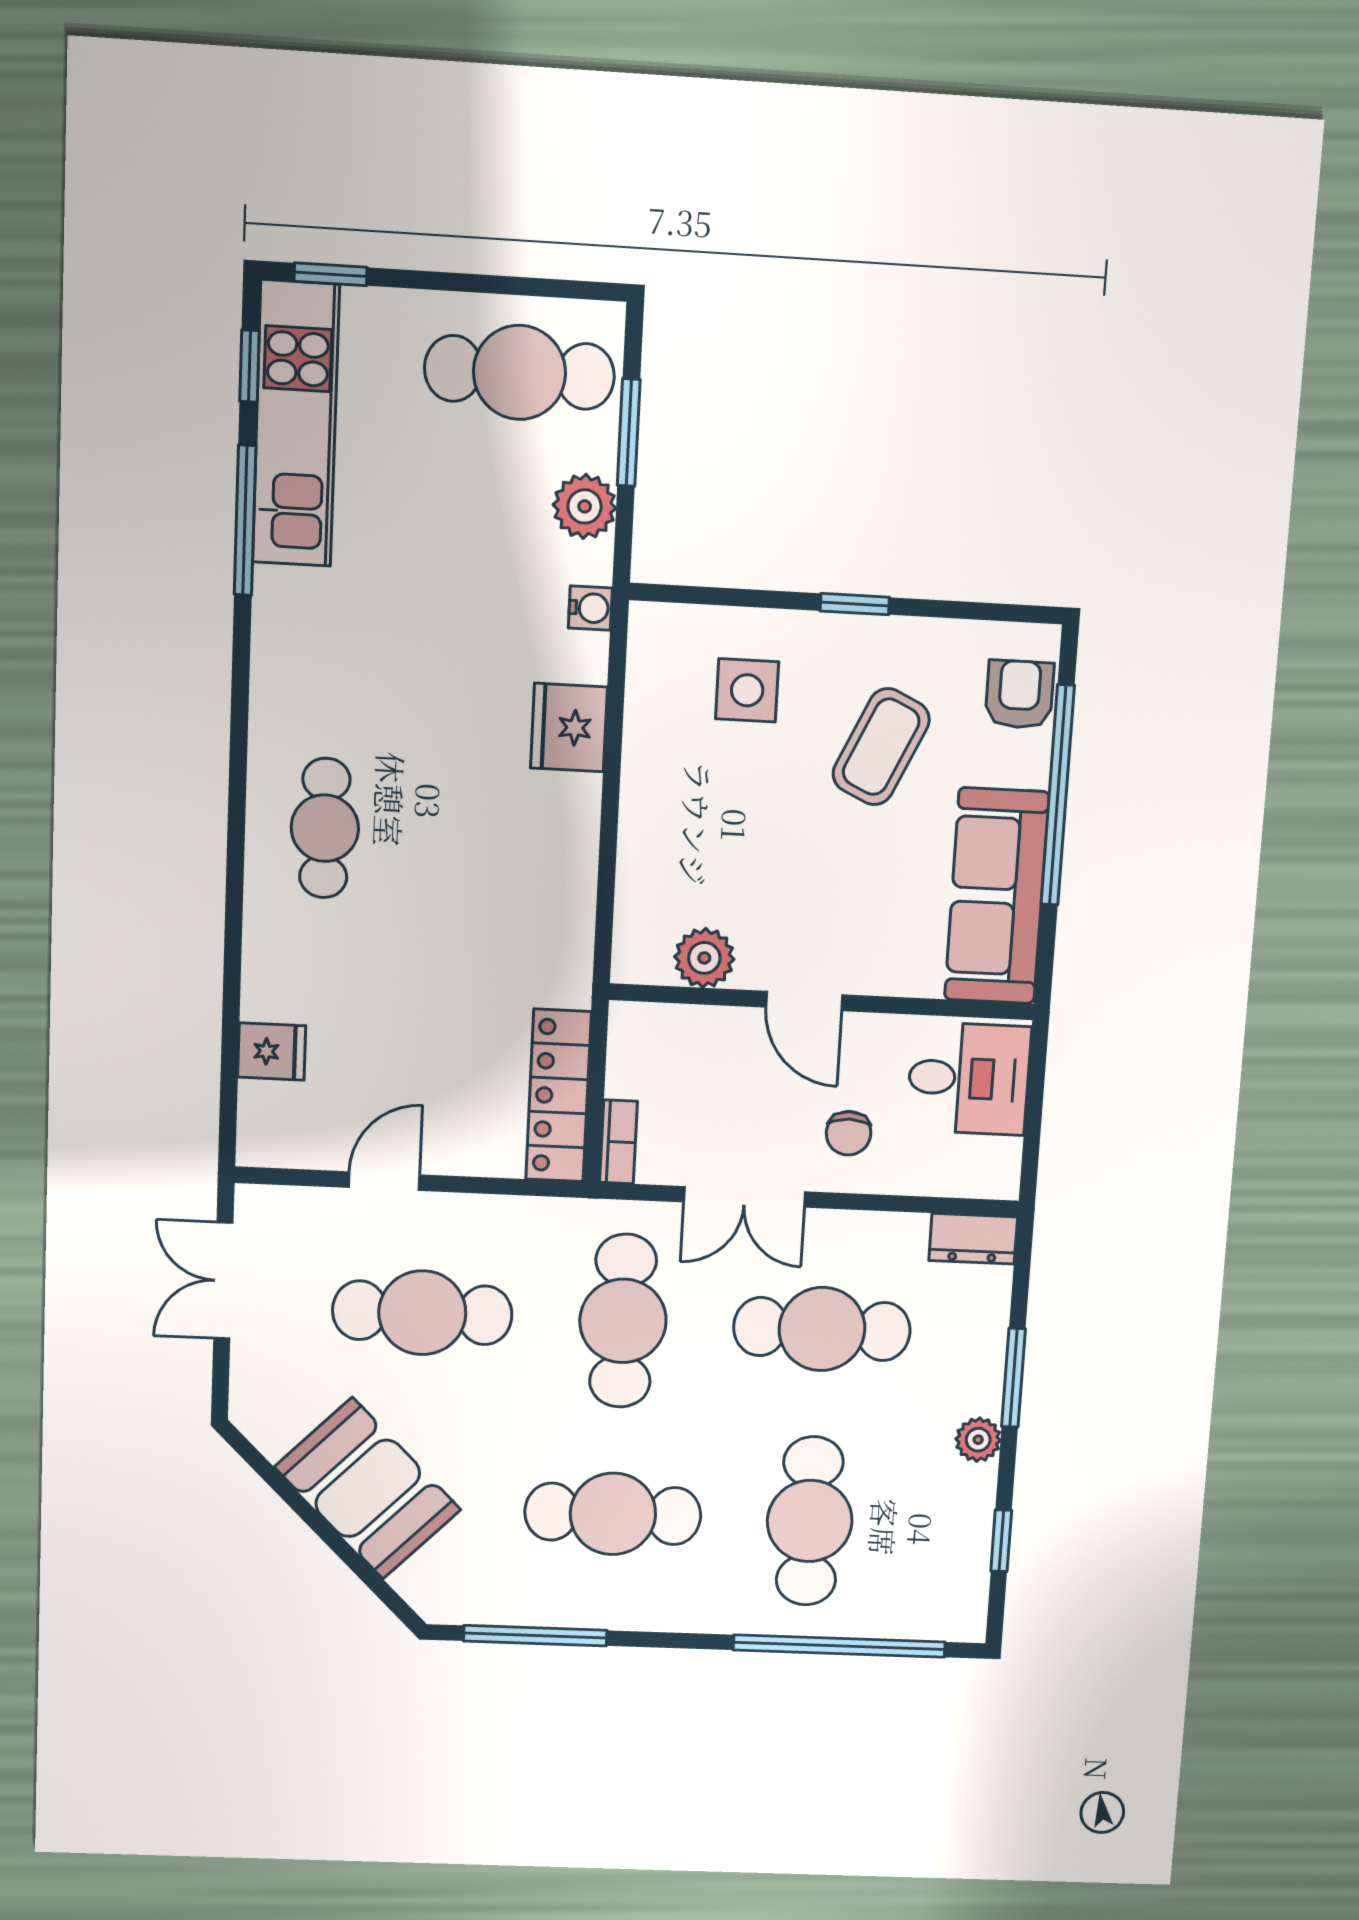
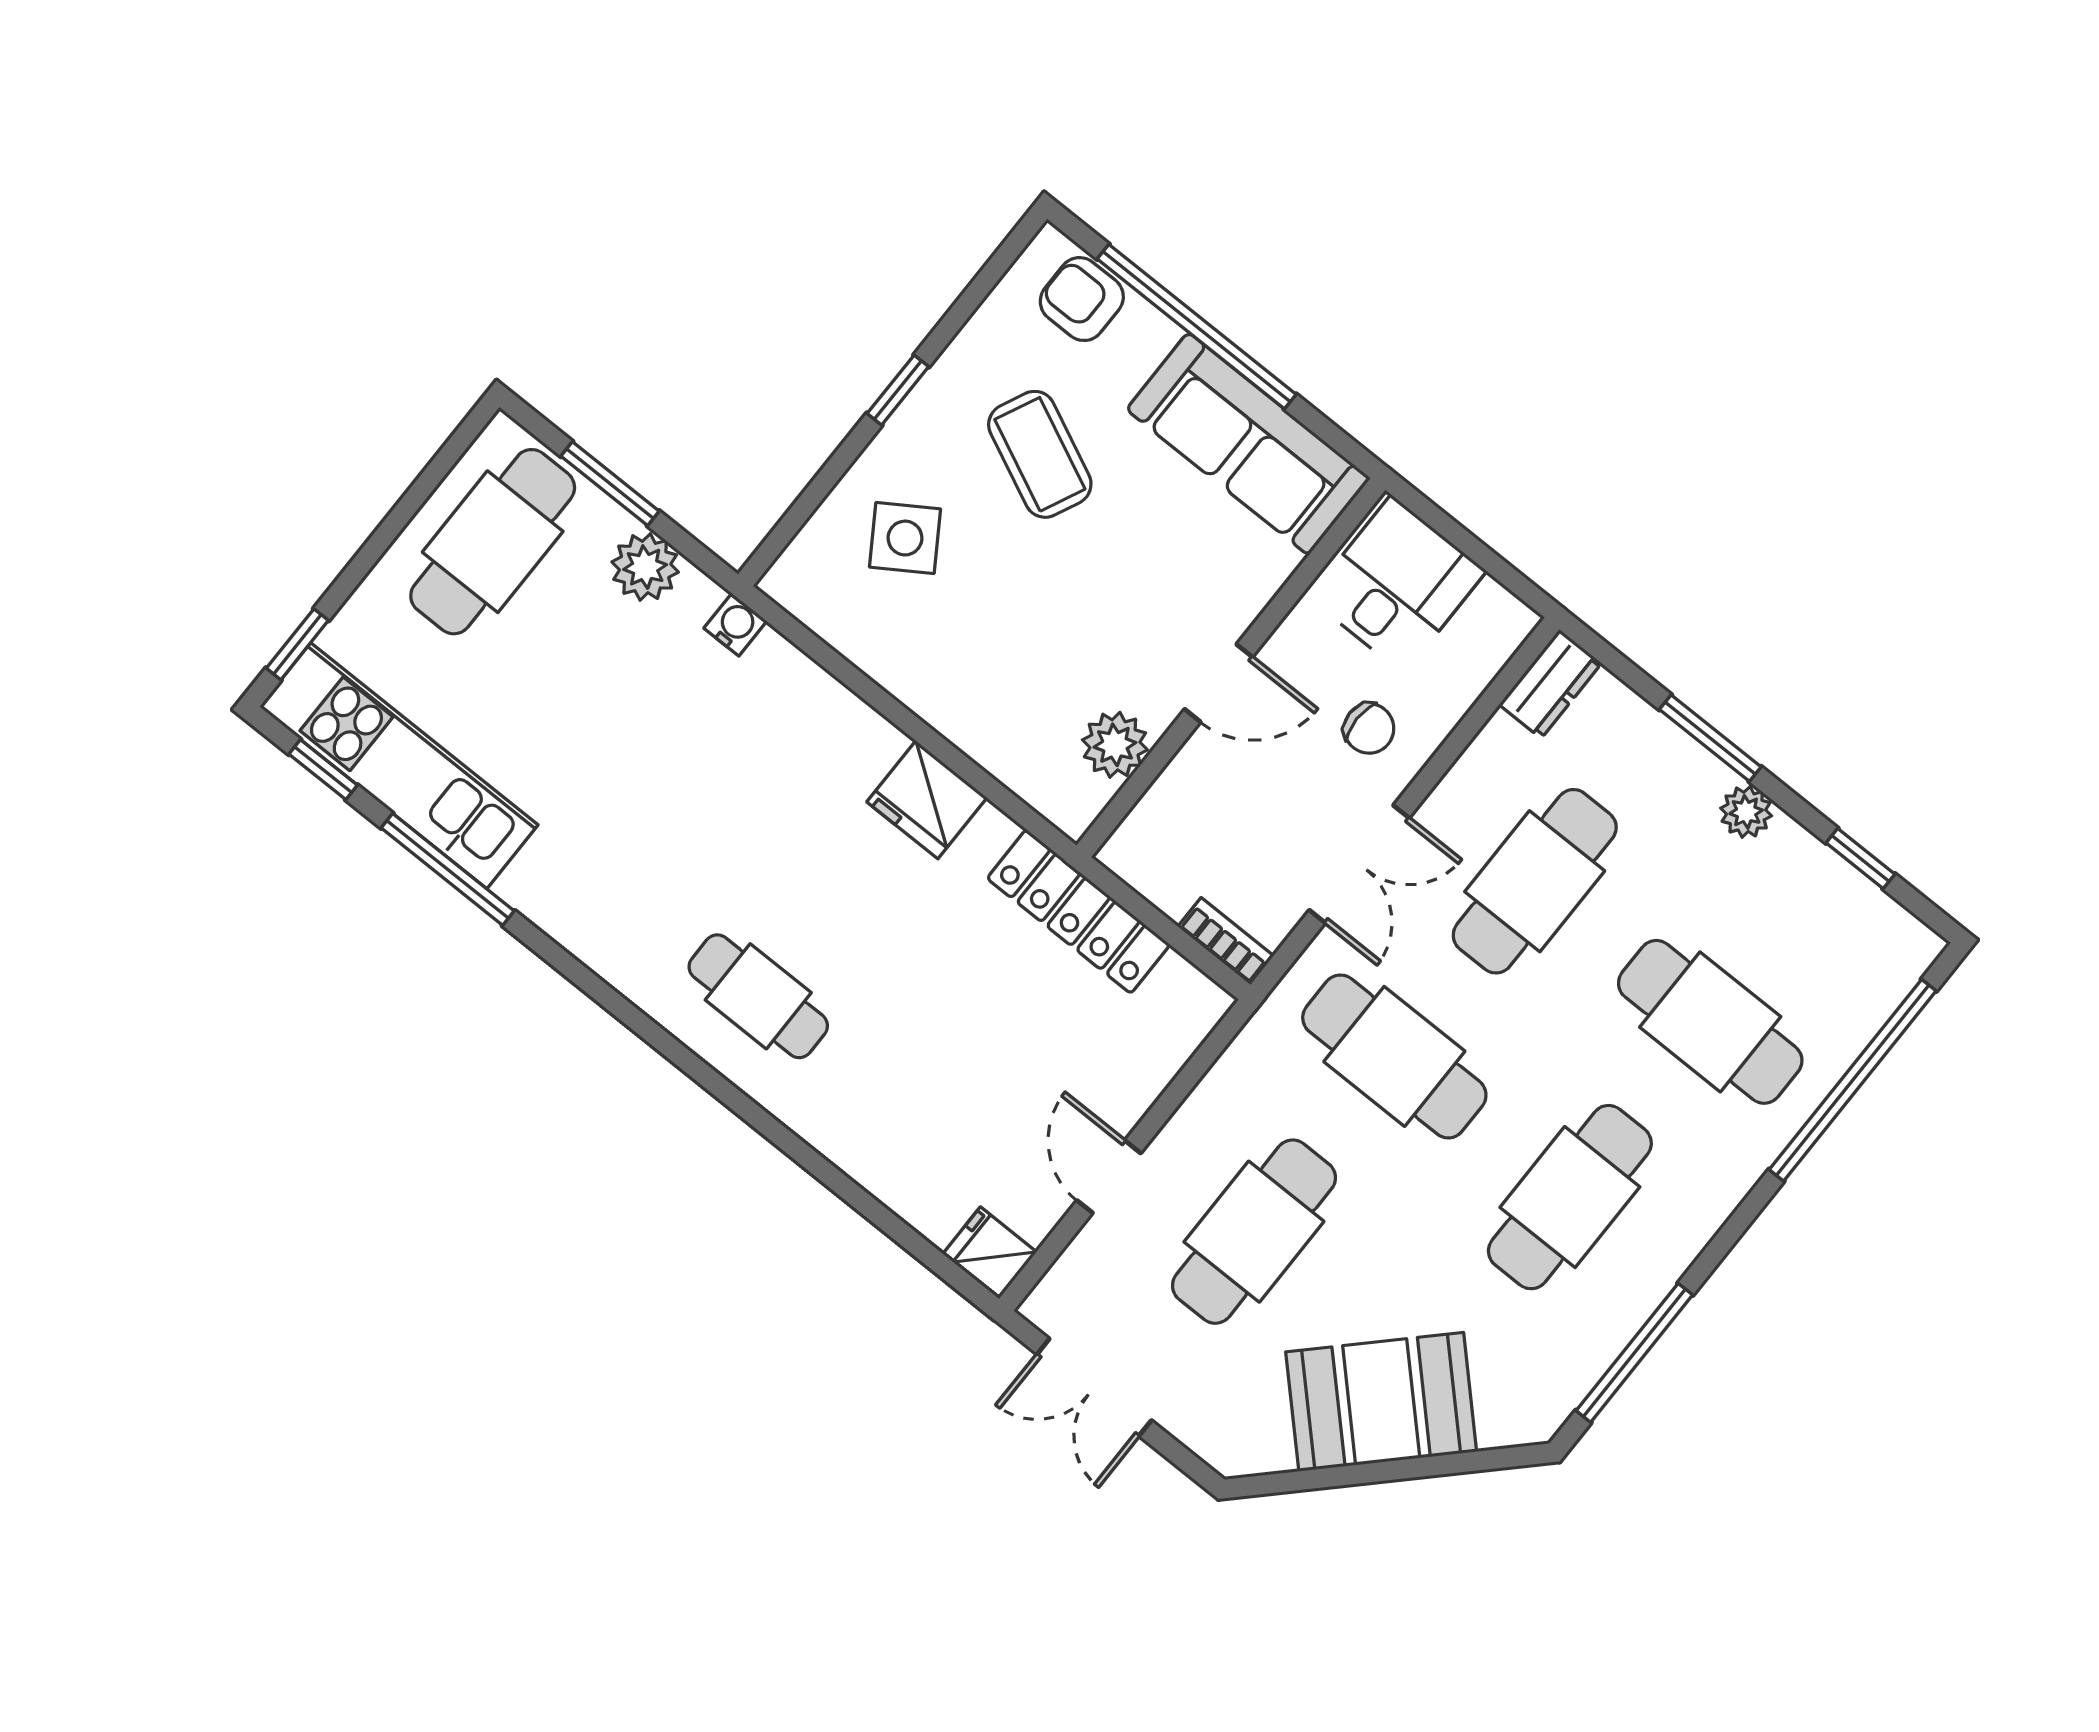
side table: (747, 690) -> (905, 538), turned -33
fridge: (569, 728) -> (927, 800), moved
fridge: (272, 1052) -> (990, 1253), moved, turned -90
locker: (559, 1096) -> (1079, 911), moved

